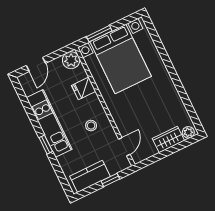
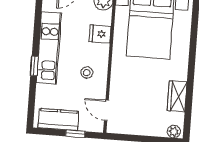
wardrobe: (168, 139) -> (177, 96), moved, turned -90
door: (124, 147) -> (106, 110), swing flipped

